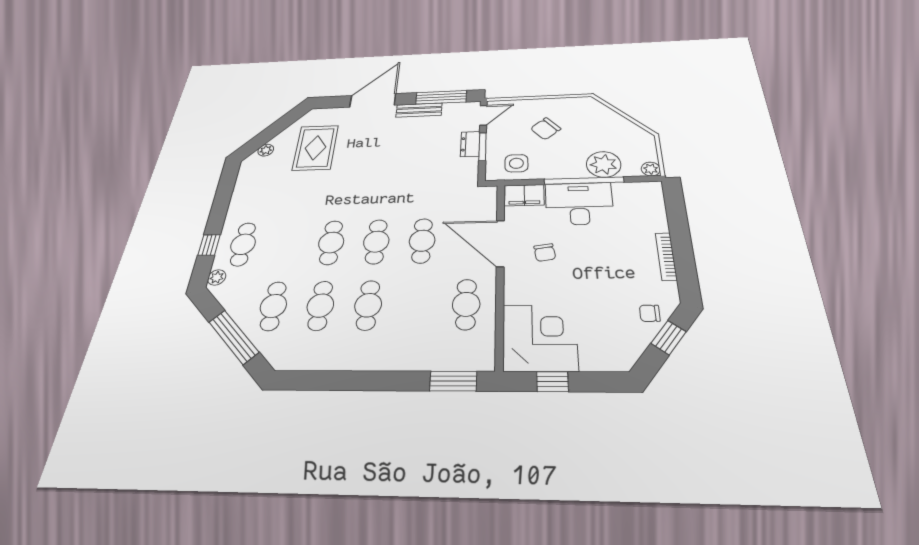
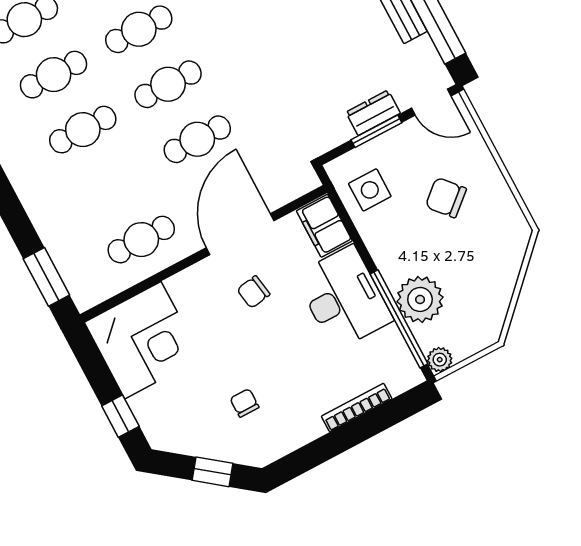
window: (584, 181) -> (399, 319), moved
bookcase: (666, 256) -> (357, 408), moved
chair: (650, 313) -> (244, 403), moved
window: (552, 382) -> (120, 416), moved

